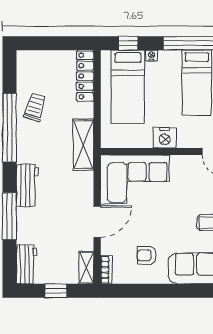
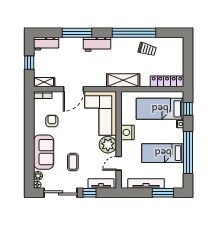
plant: (184, 168) -> (108, 145), added
door: (97, 222) -> (74, 89), hinge flipped

